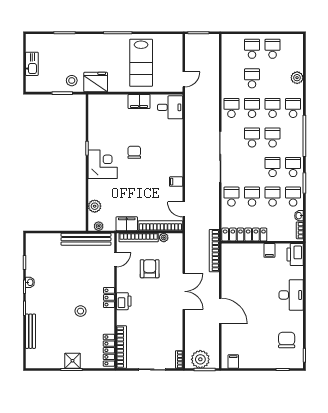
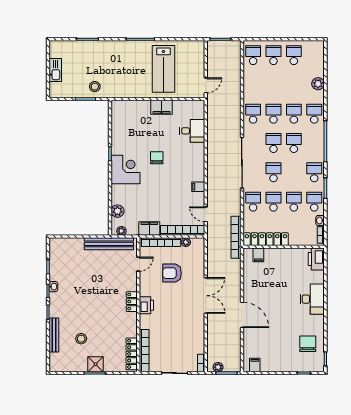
school desk: (252, 78) -> (253, 55), moved
fridge: (96, 82) -> (118, 88), removed
desk: (170, 107) -> (192, 131), moved
school desk: (273, 167) -> (273, 172), moved
filing cabinet: (269, 250) -> (258, 255), moved
bookcase: (214, 251) -> (236, 237), moved
armchair: (150, 269) -> (172, 273), turned -90
stool: (80, 311) -> (81, 339), moved
plant: (200, 359) -> (218, 367), width x0.53, depth x0.53

